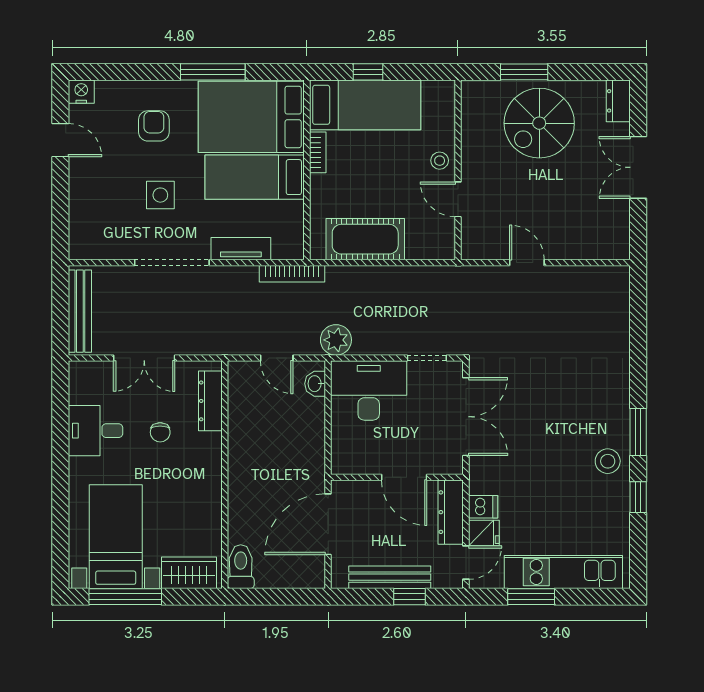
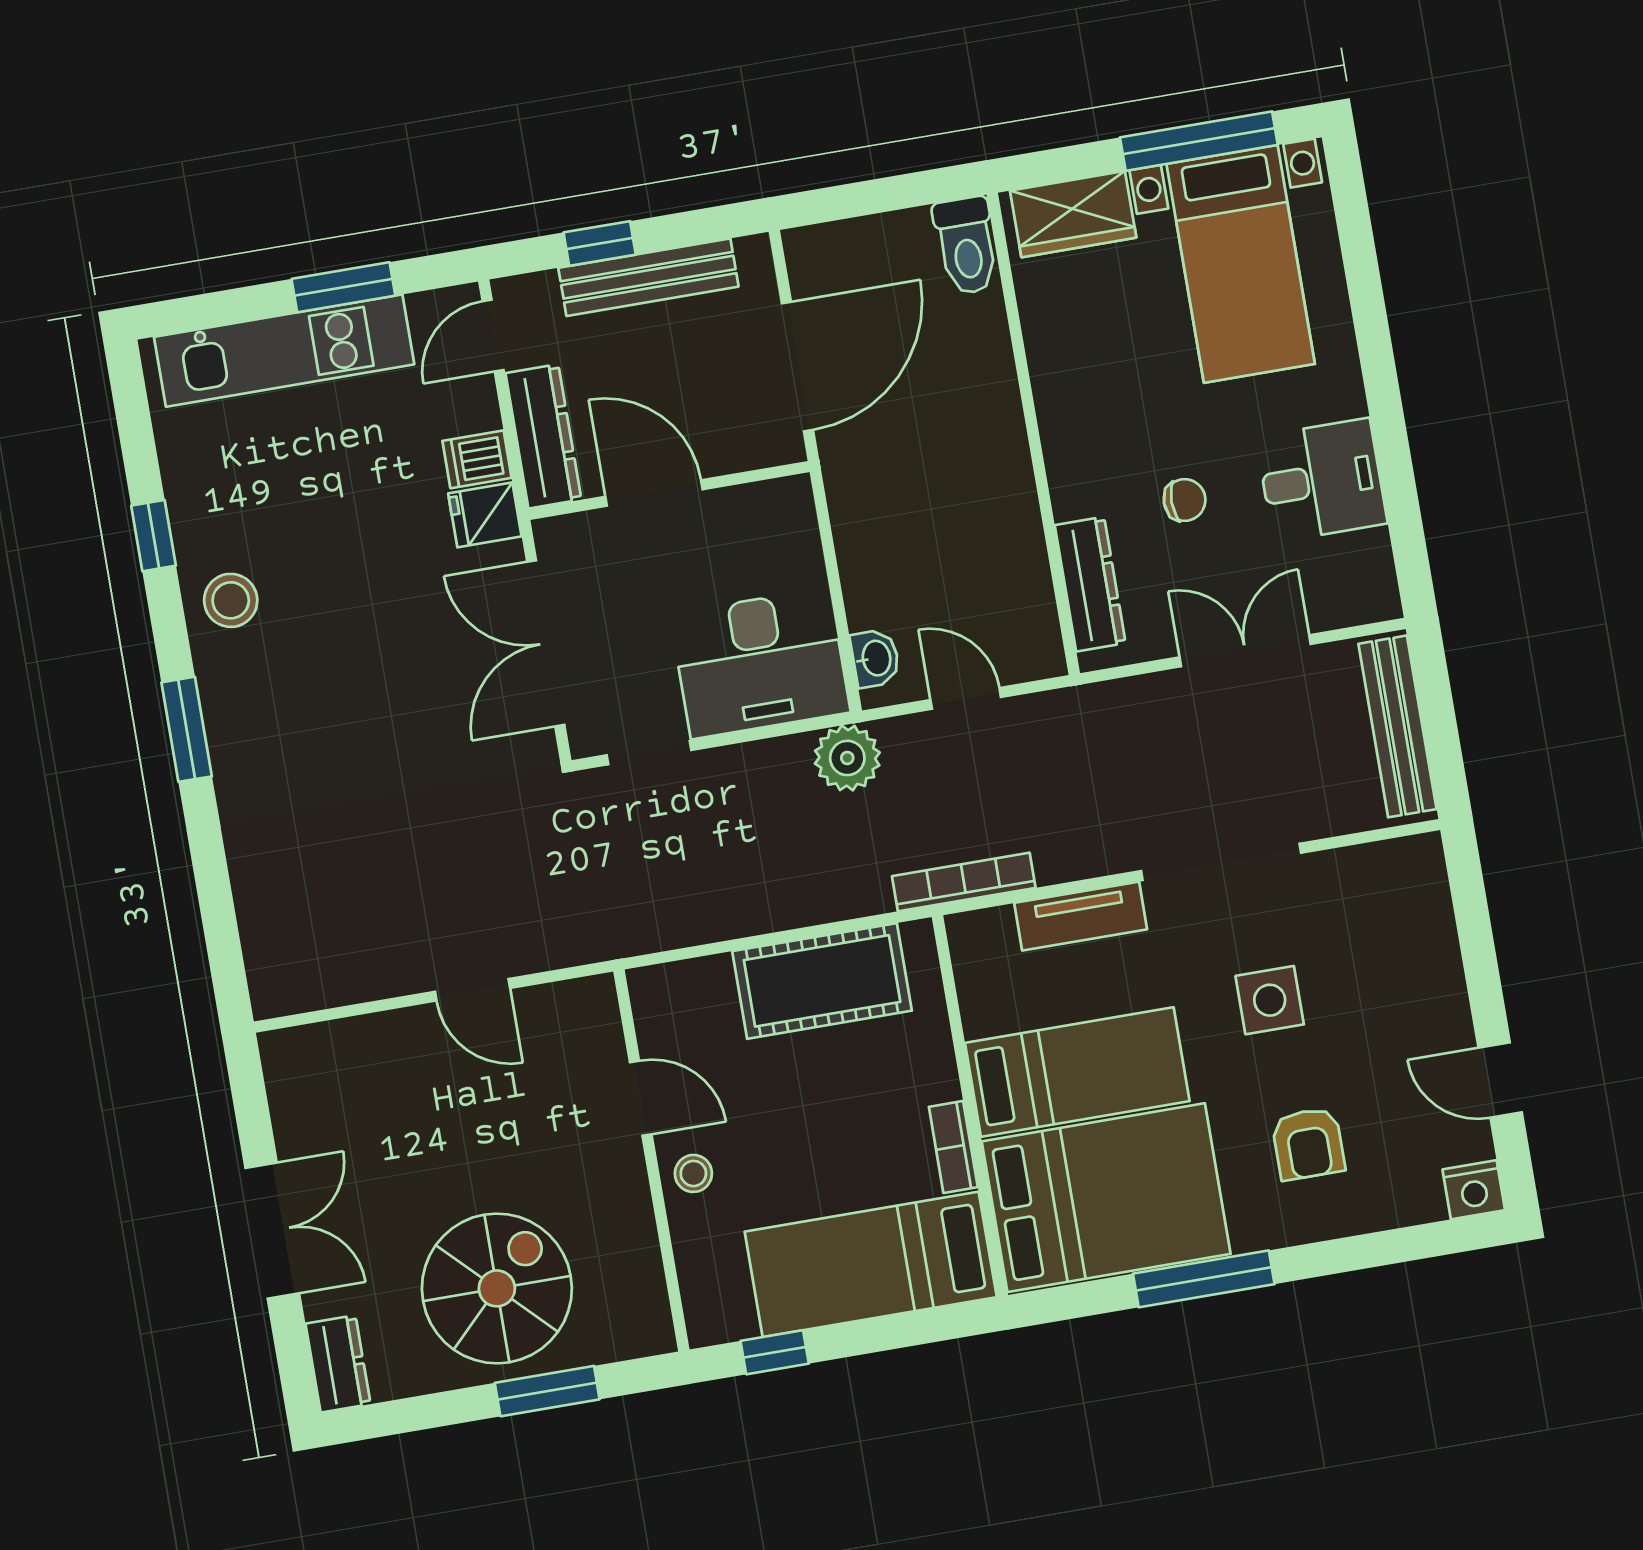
window: (368, 72) -> (775, 1352), moved
chair: (160, 432) -> (1185, 500), turned 90
window: (638, 432) -> (187, 729), moved
fridge: (484, 533) -> (485, 515), moved

